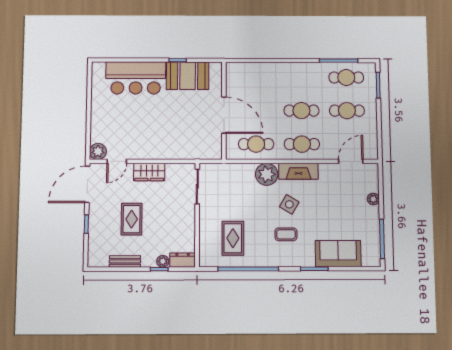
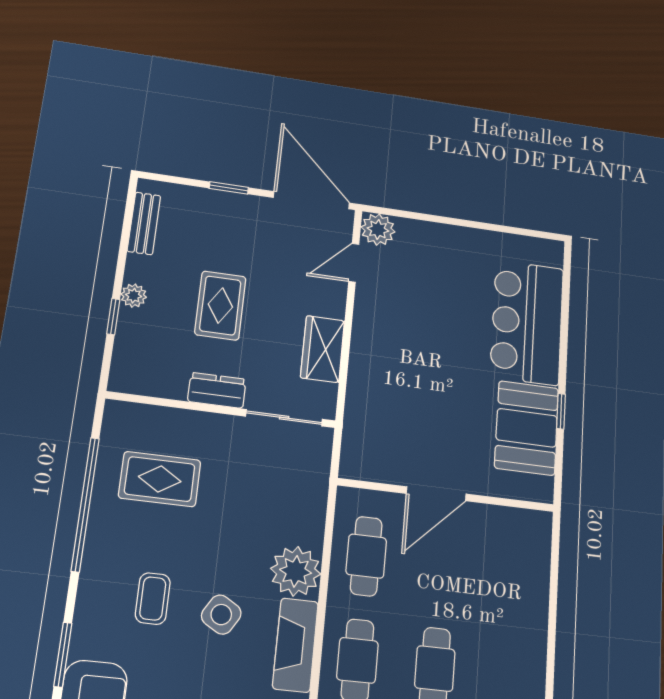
door: (224, 115) -> (436, 494), width x0.73
door: (117, 161) -> (354, 263), hinge flipped
wardrobe: (149, 172) -> (323, 349), moved
rug: (132, 219) -> (220, 305), moved, turned 90
dresser: (183, 260) -> (217, 390), moved, turned -90
bench: (125, 261) -> (144, 223), moved
plant: (163, 261) -> (134, 296), moved

